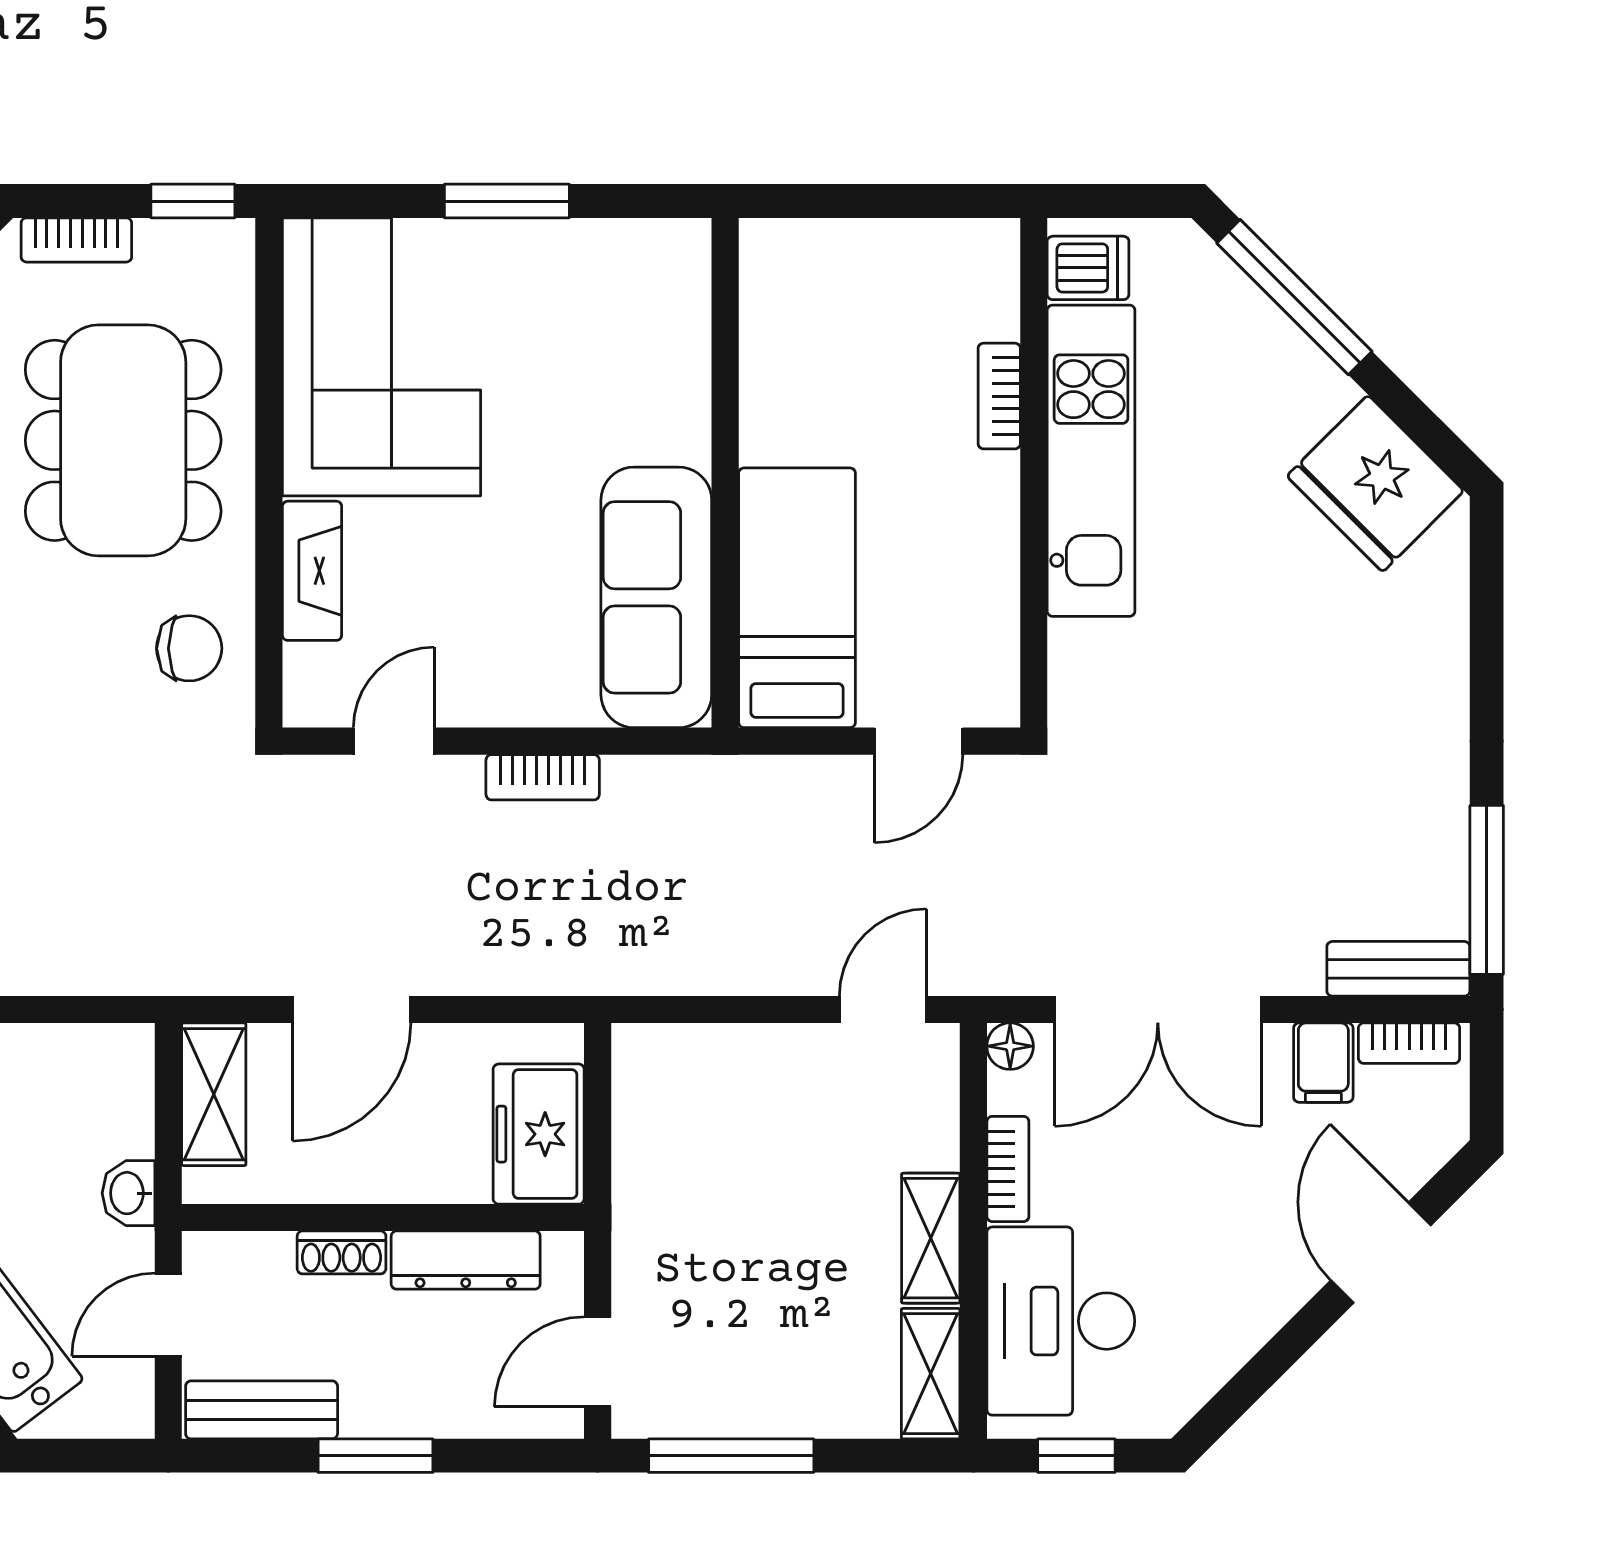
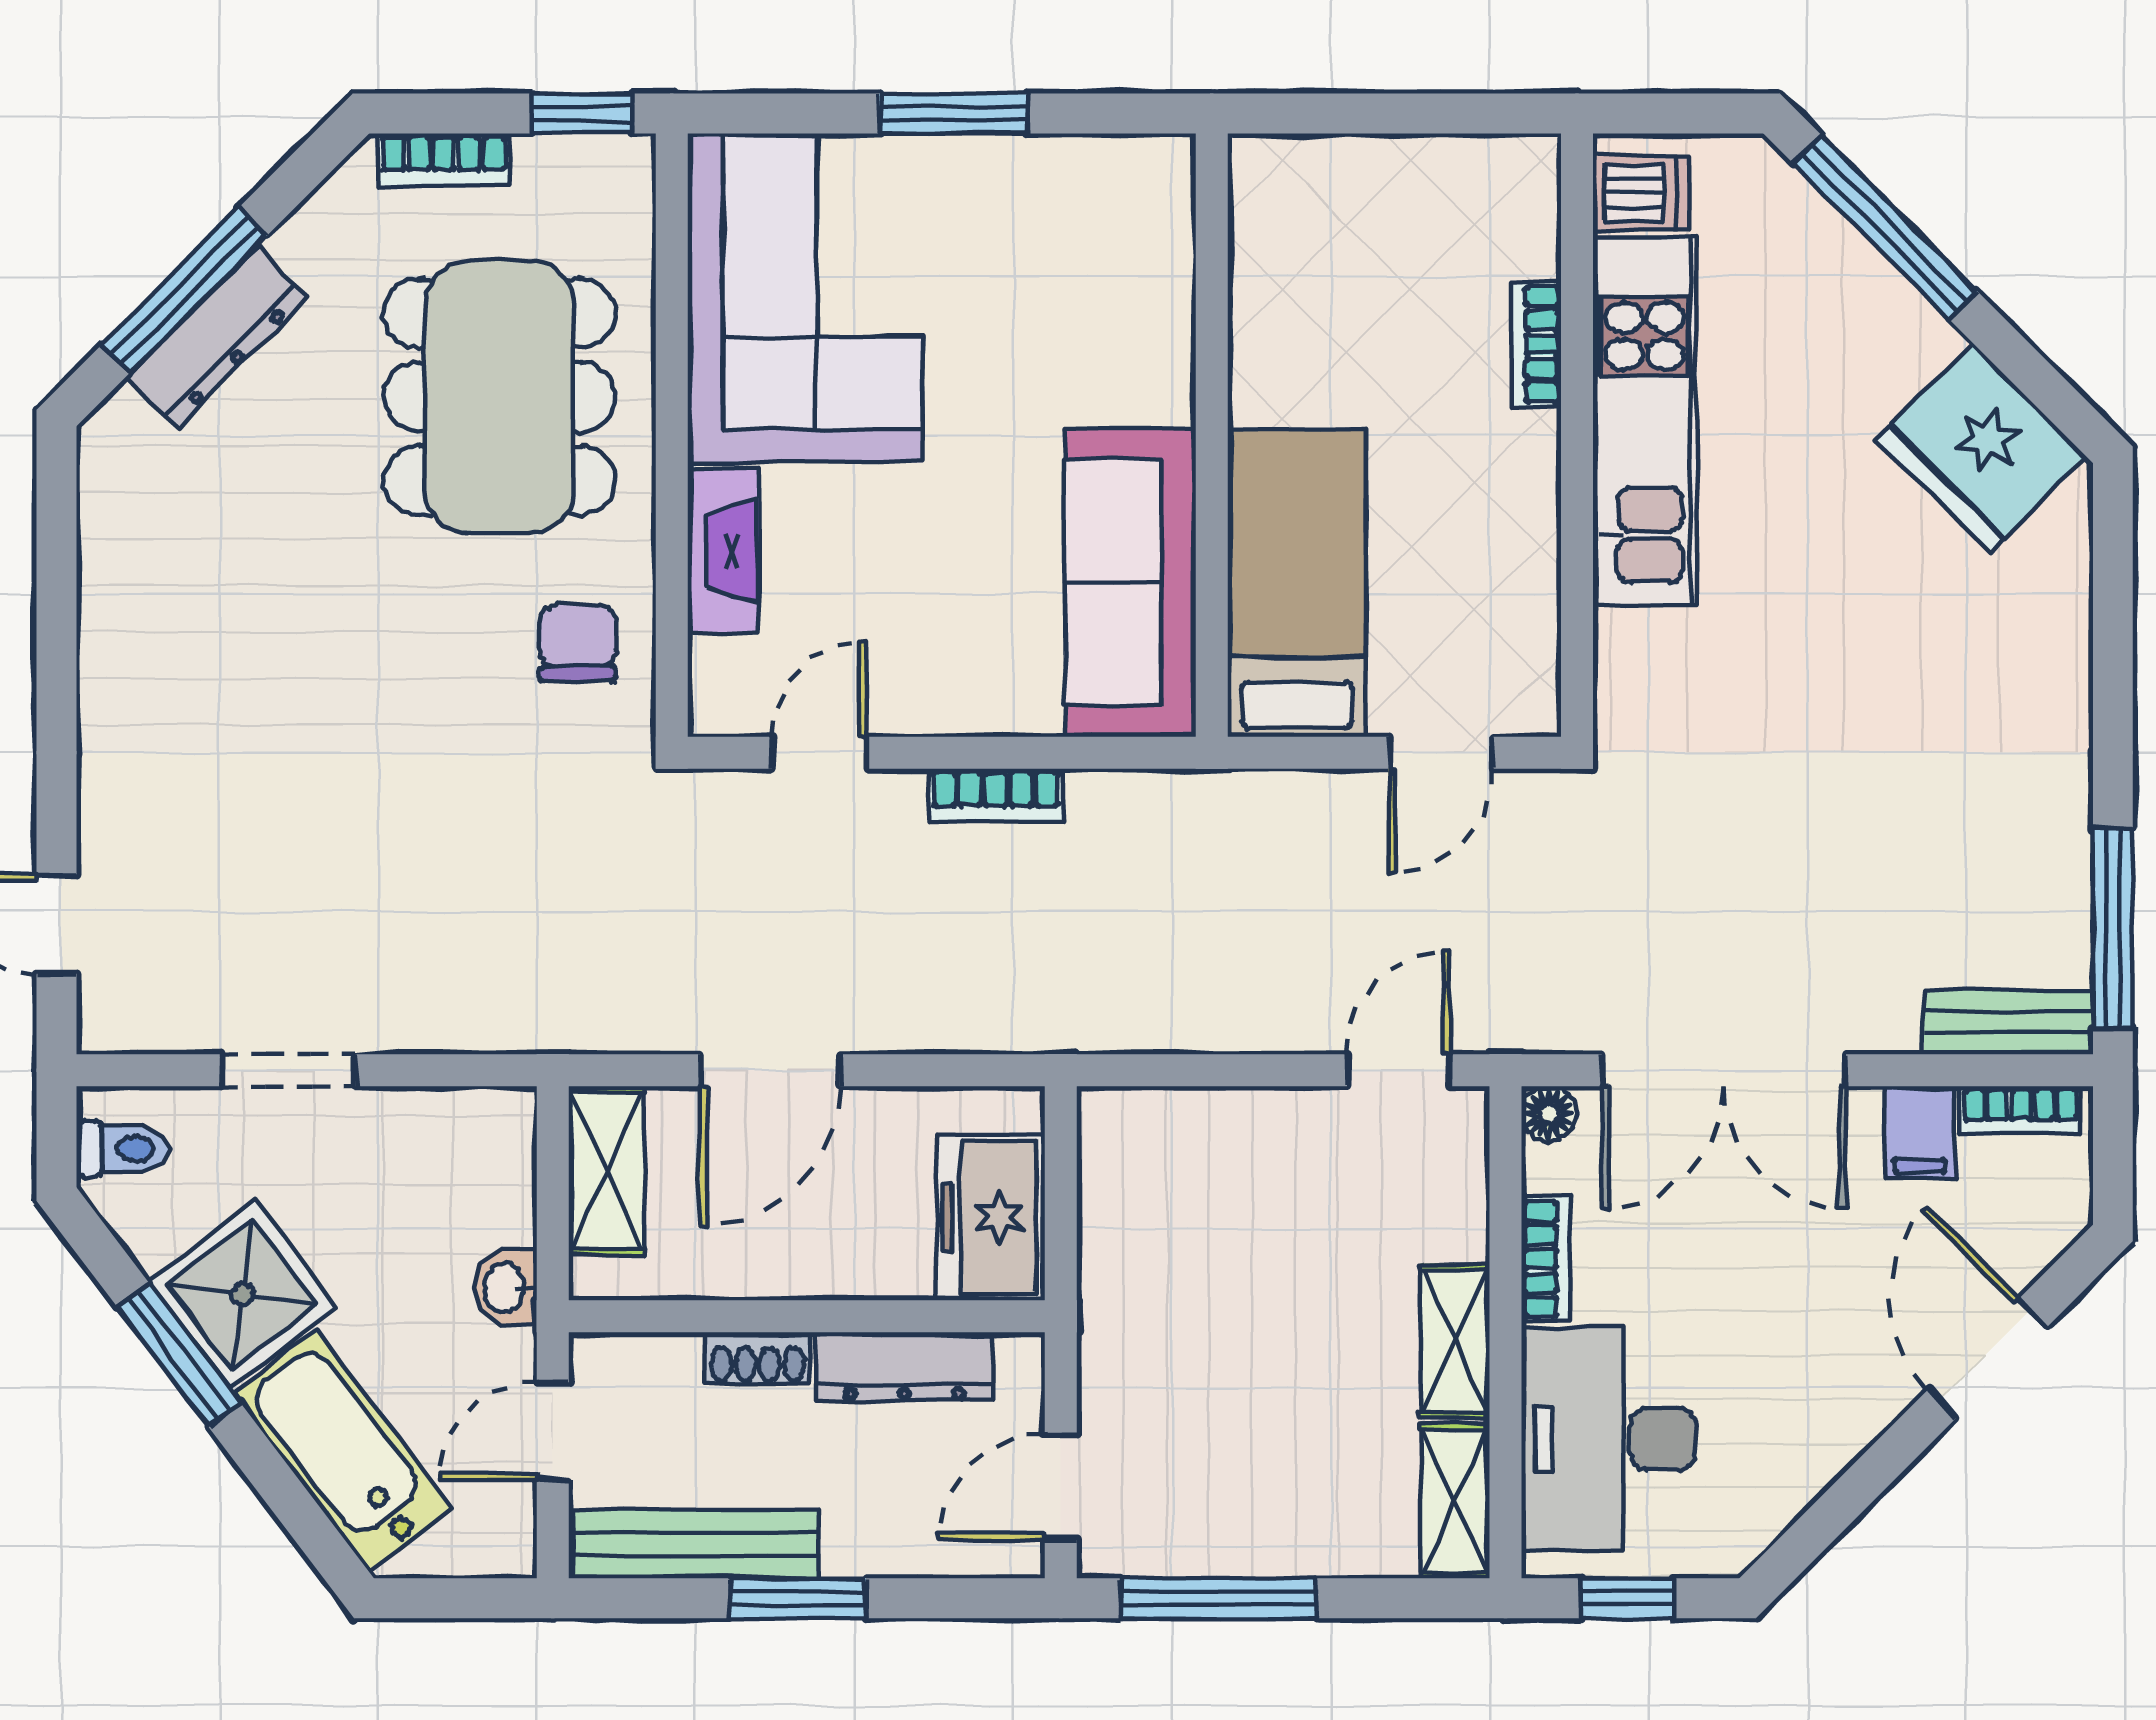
chair: (189, 648) -> (577, 643), turned -90
bench: (262, 1410) -> (696, 1544), width x1.36

